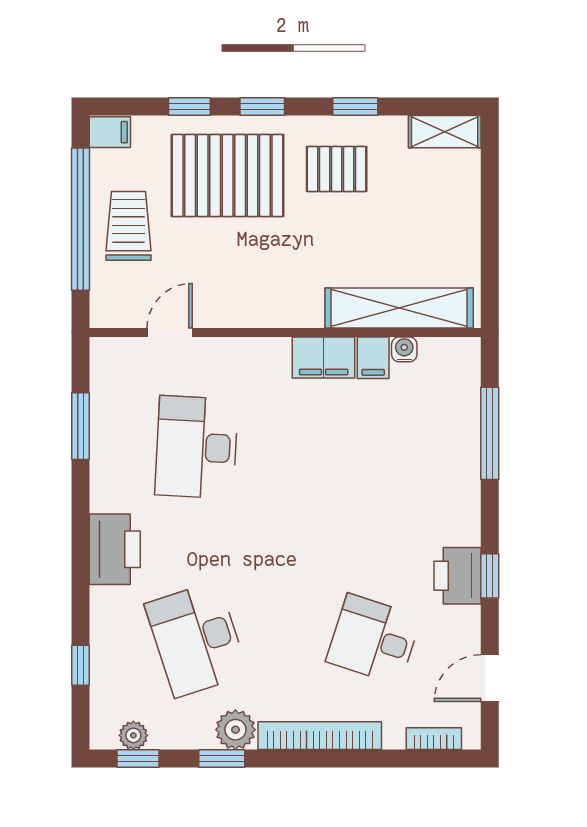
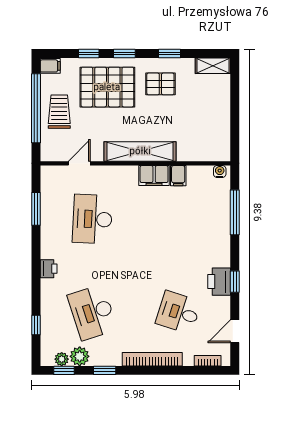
shelving: (399, 308) -> (140, 151), moved
water cooler: (404, 349) -> (220, 172), moved
printer: (115, 549) -> (49, 269), width x0.53, depth x0.68
plant: (235, 730) -> (80, 356), moved

